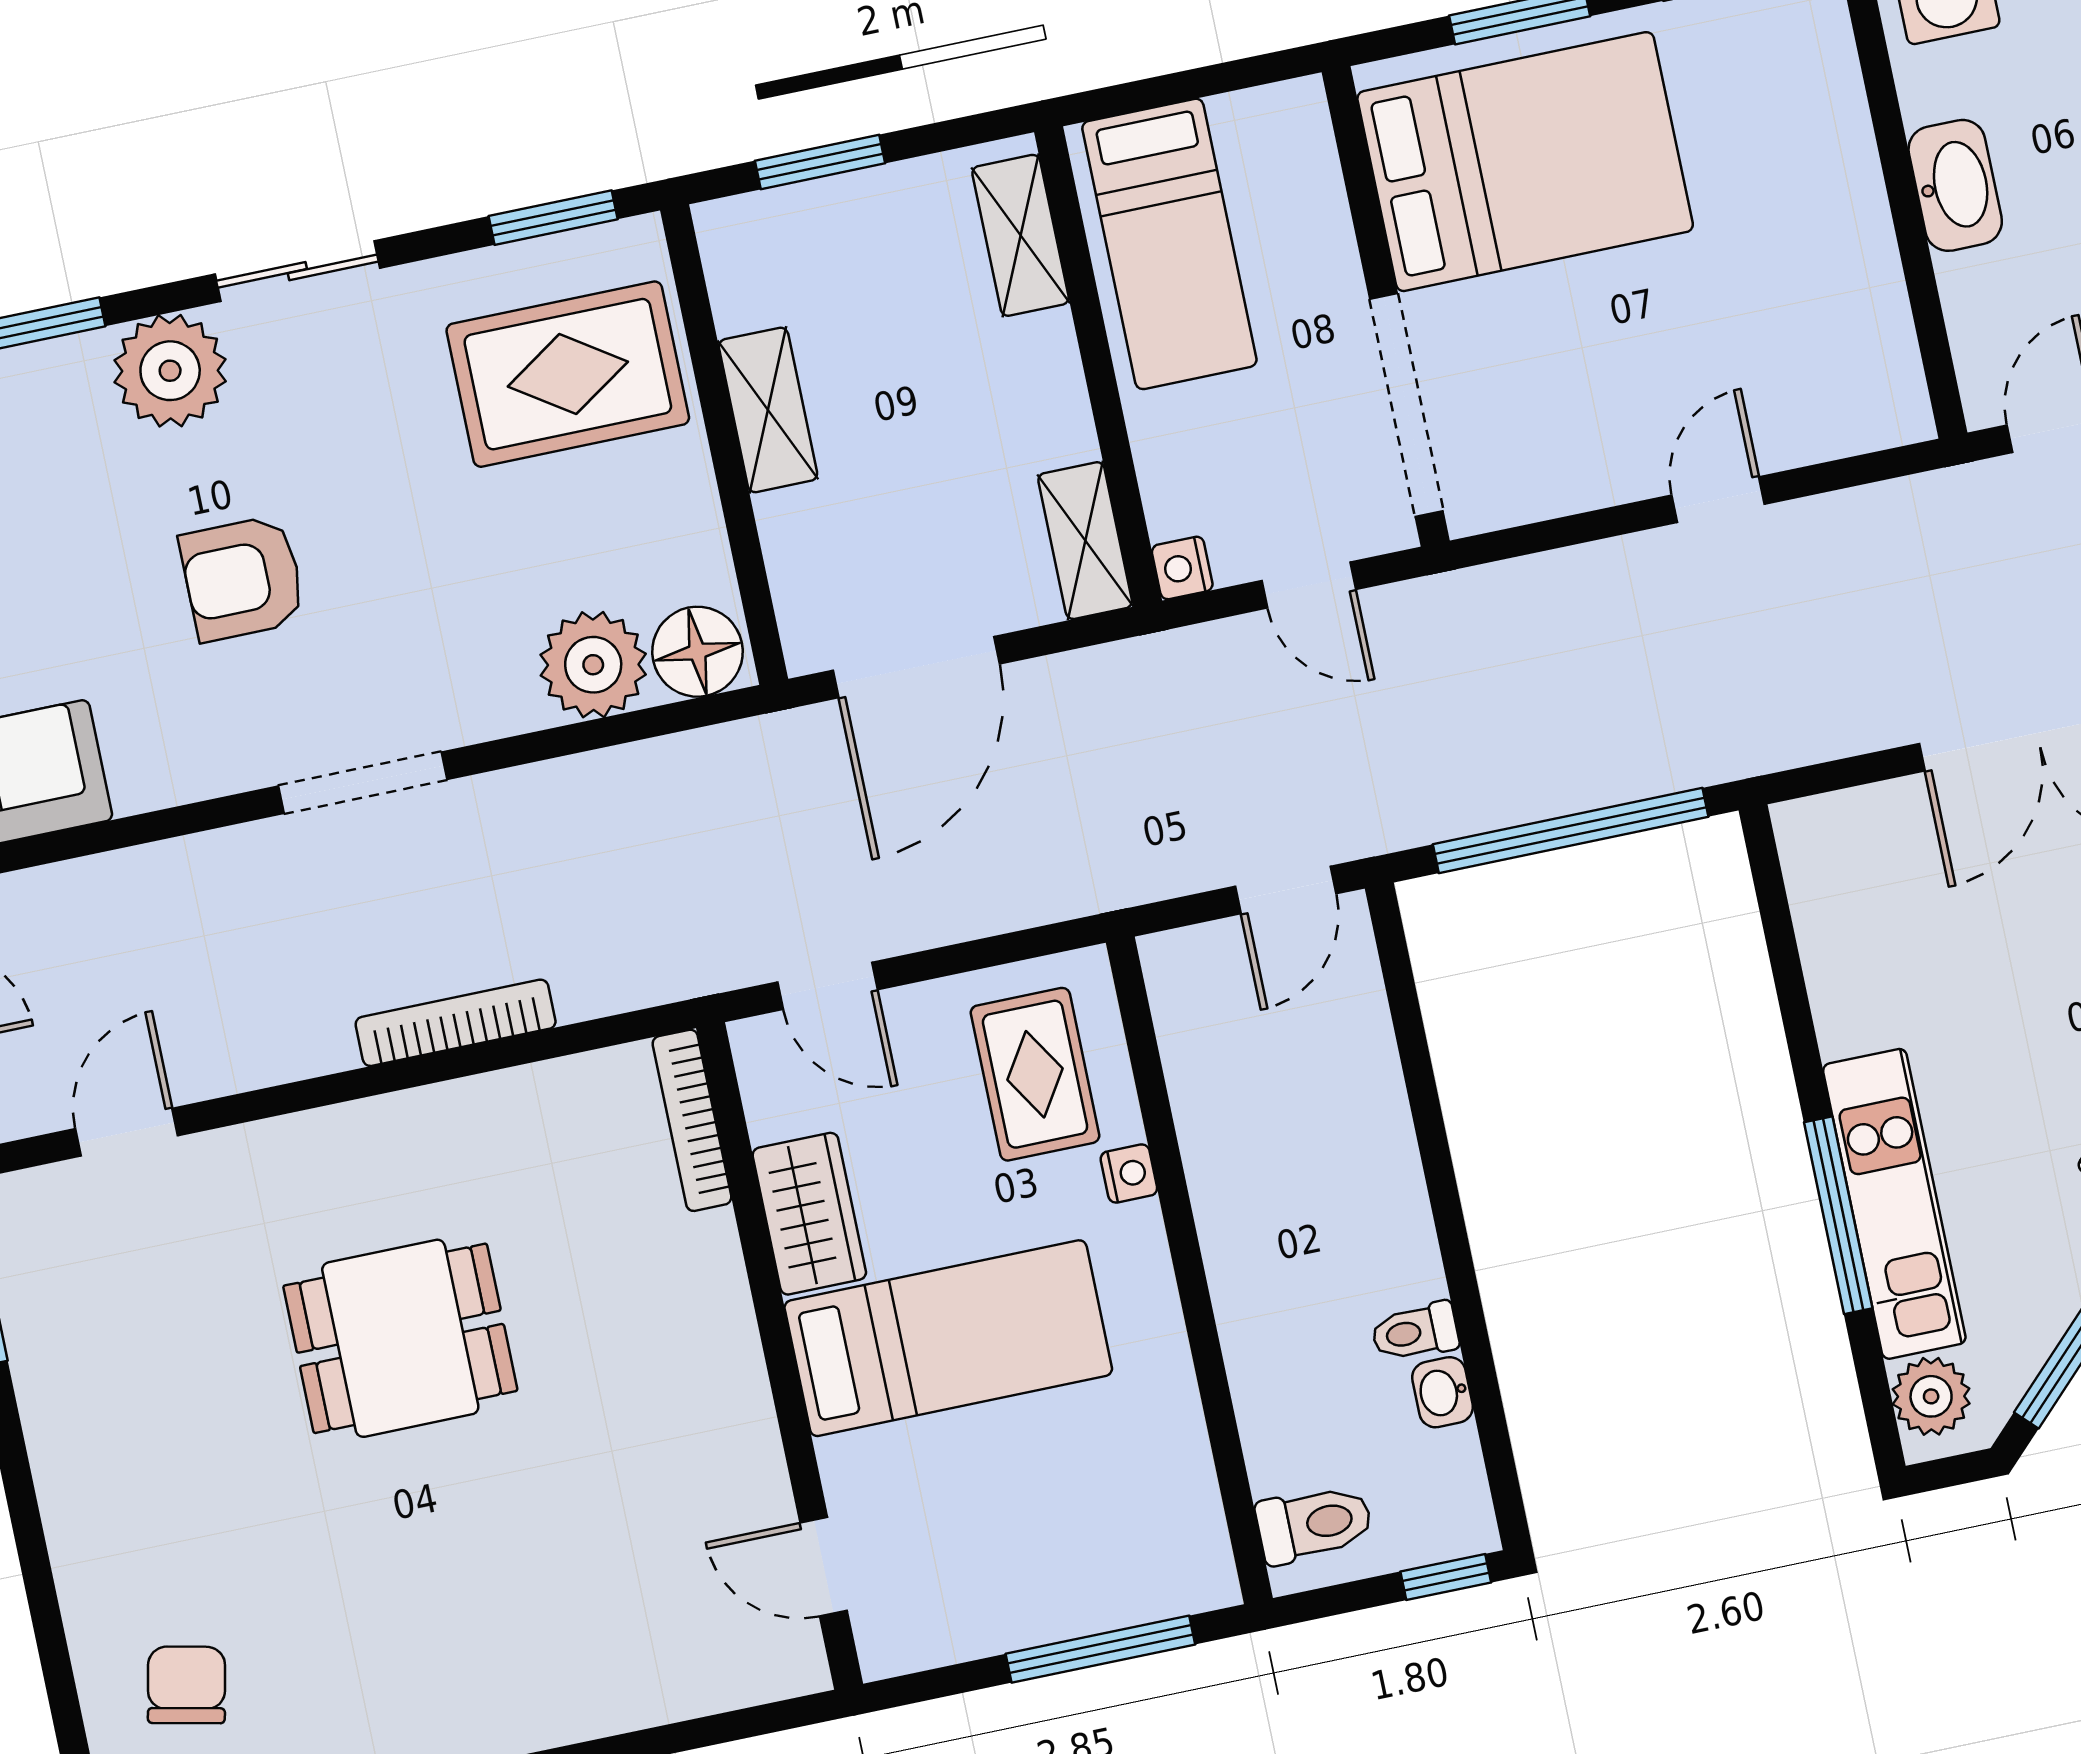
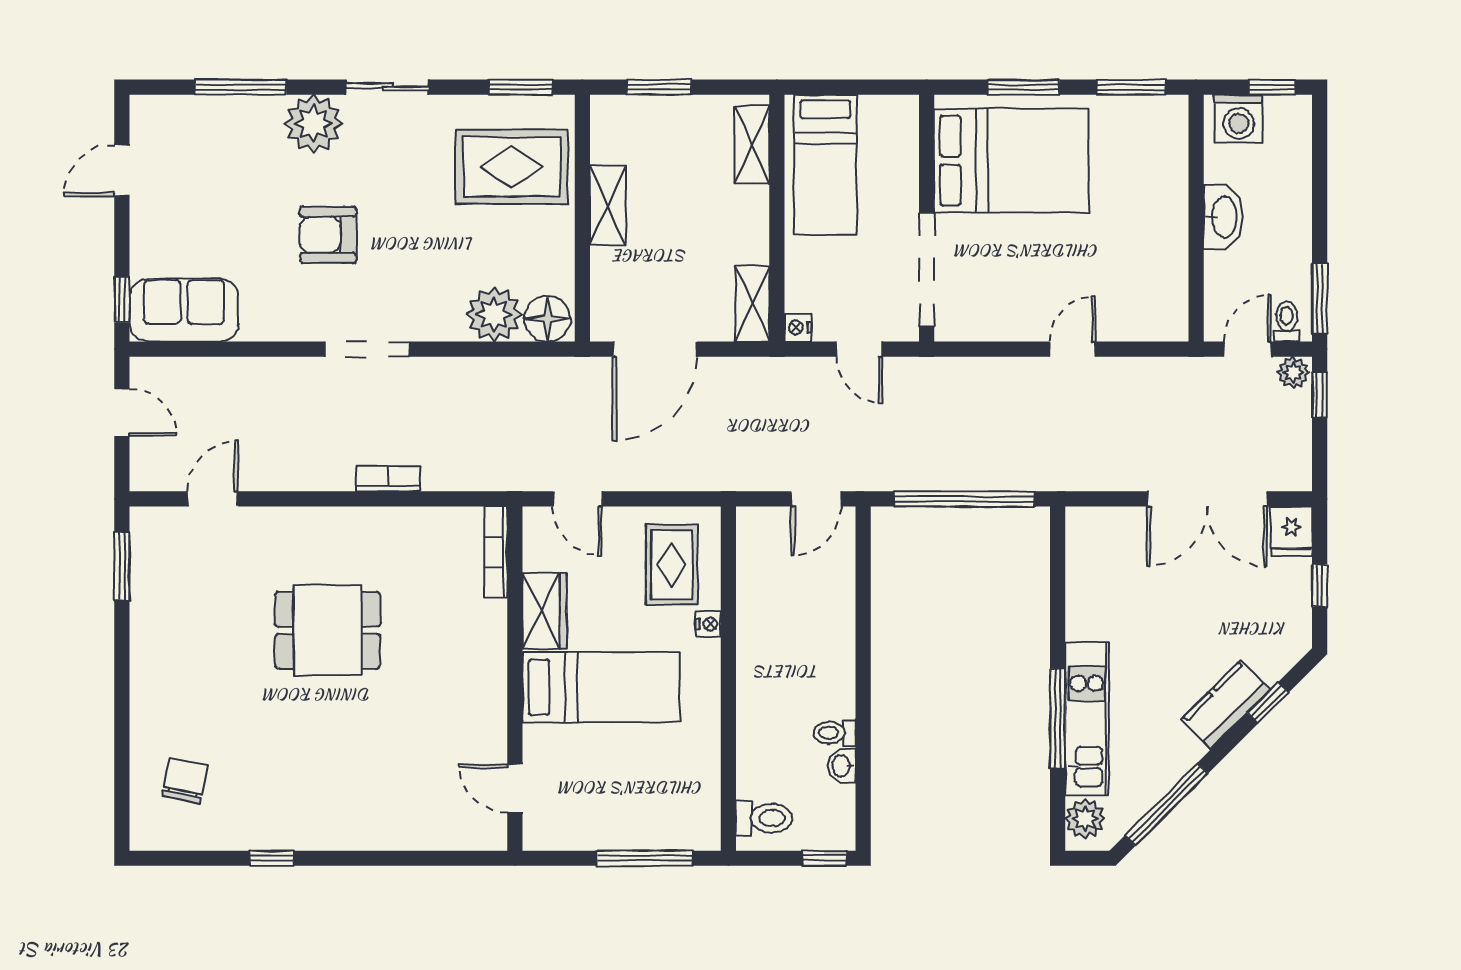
bookcase: (456, 1023) -> (388, 479), width x0.64

